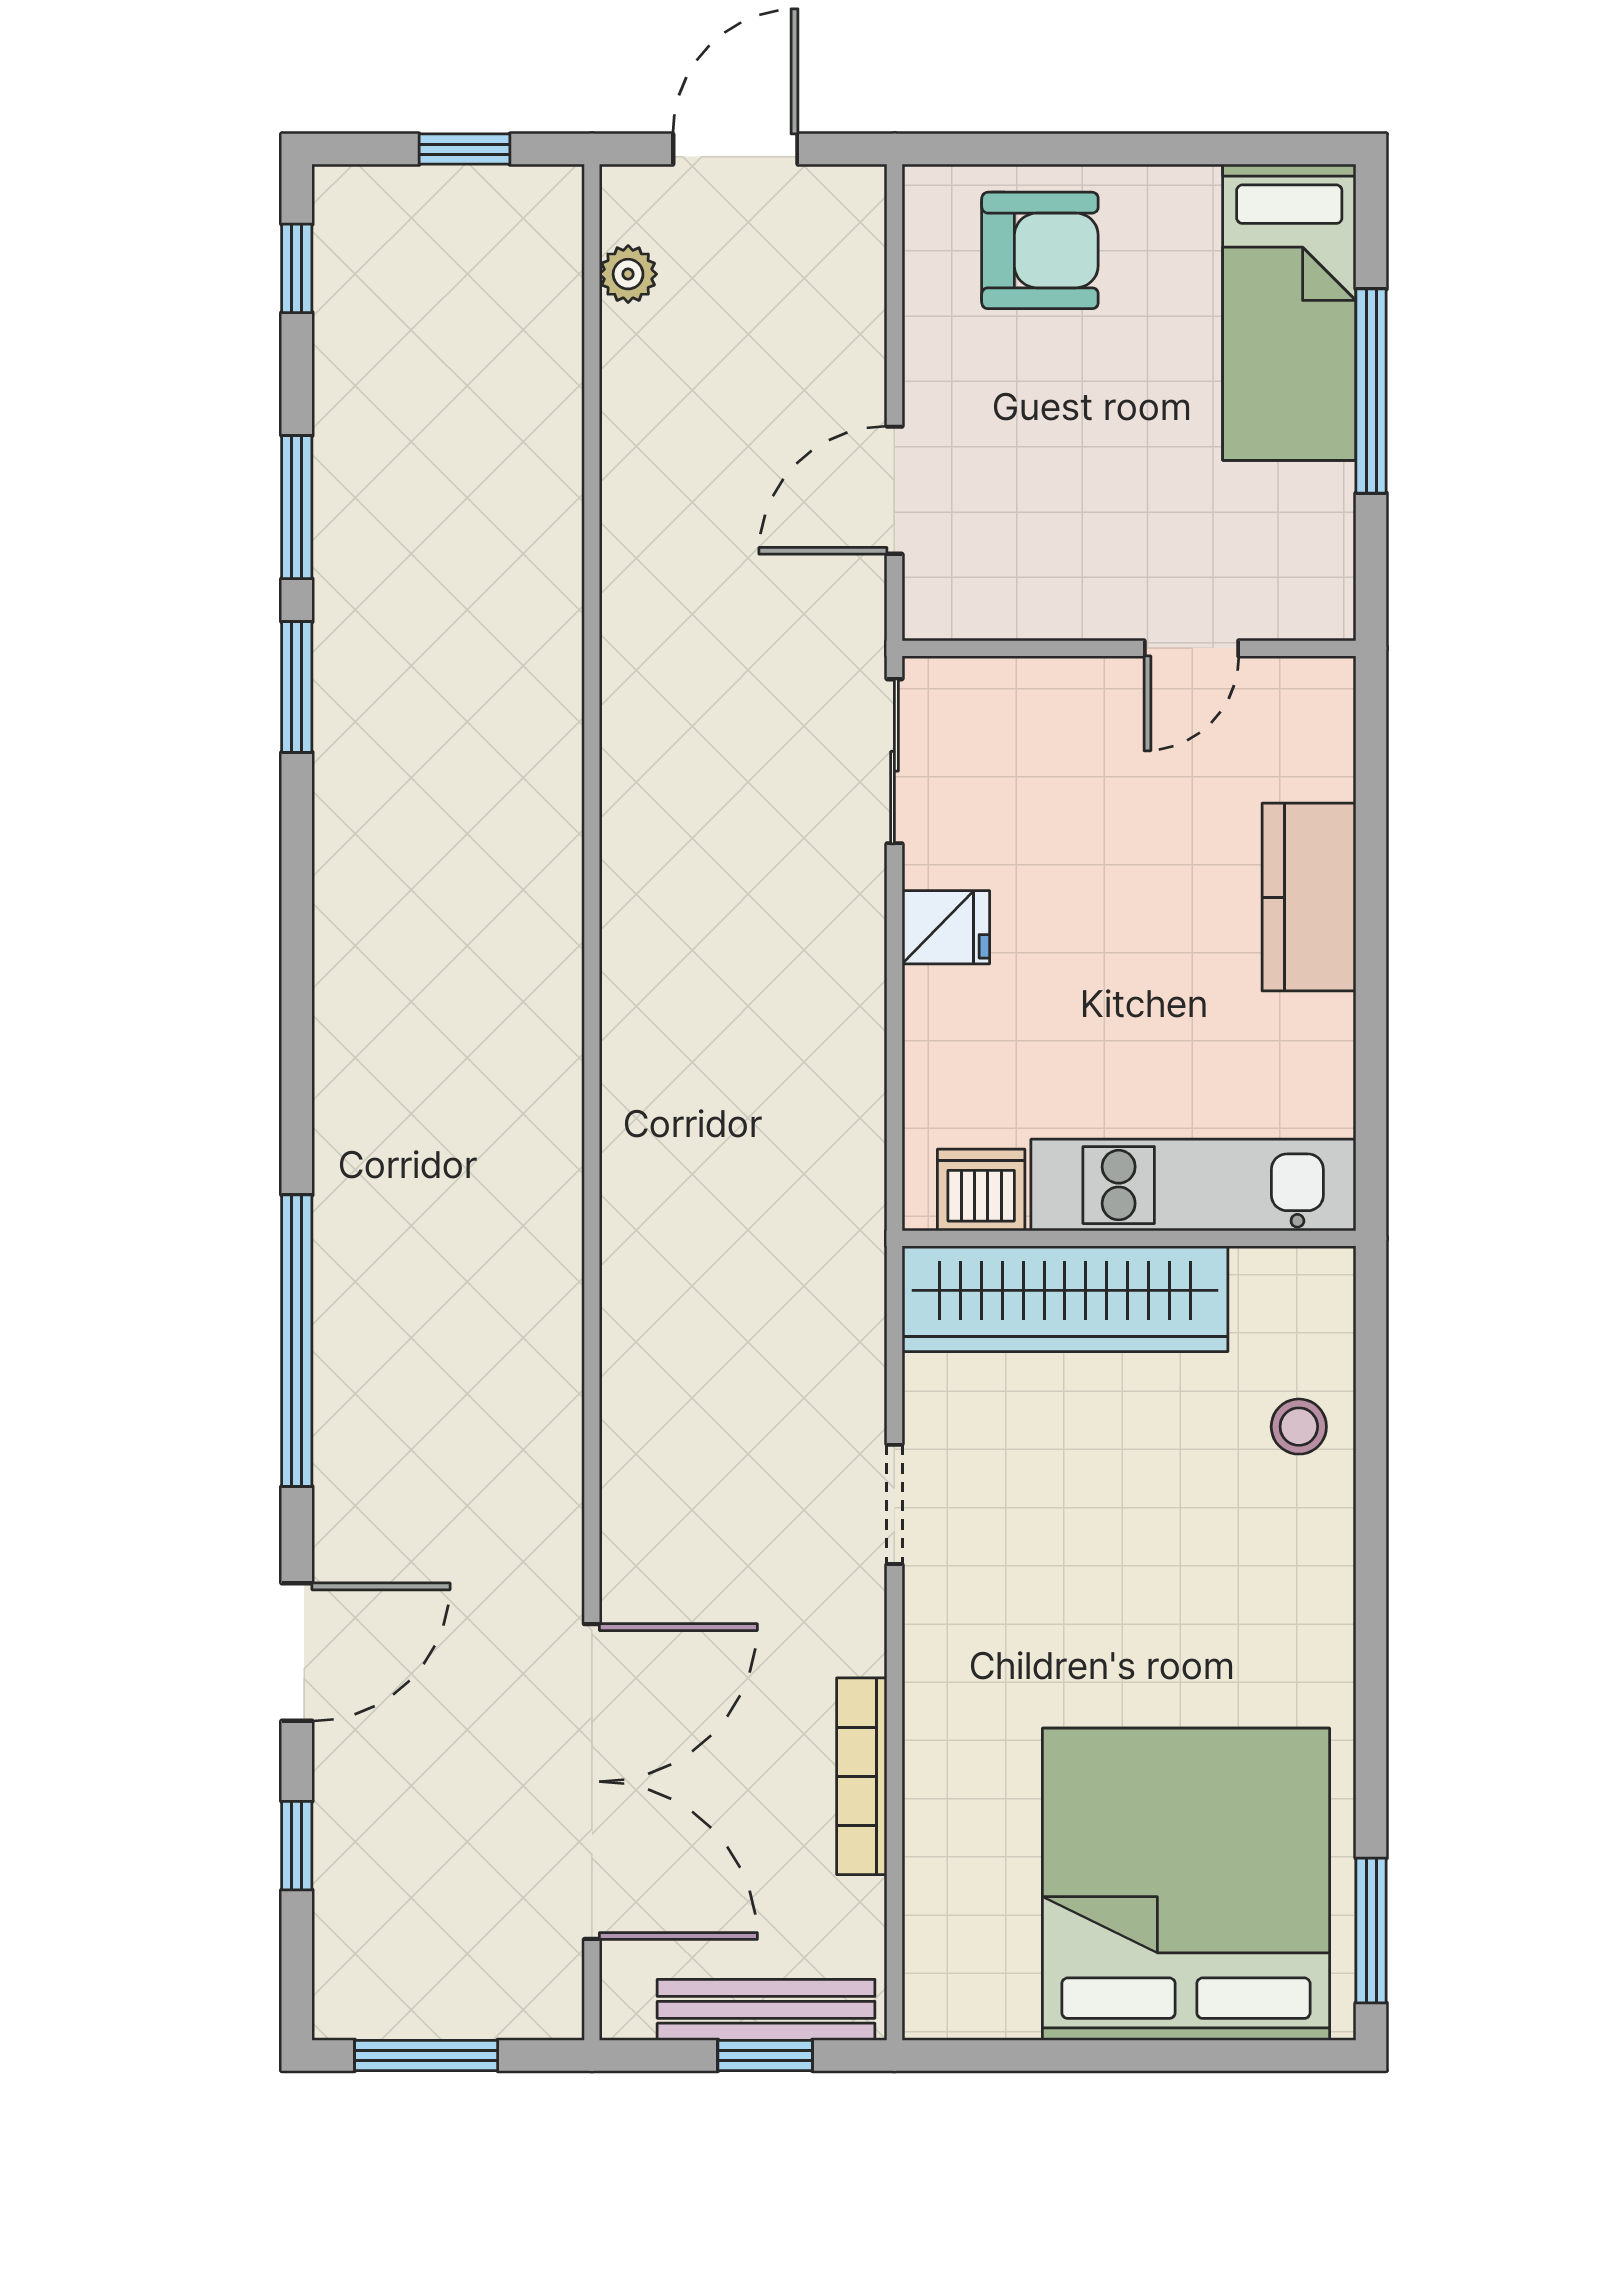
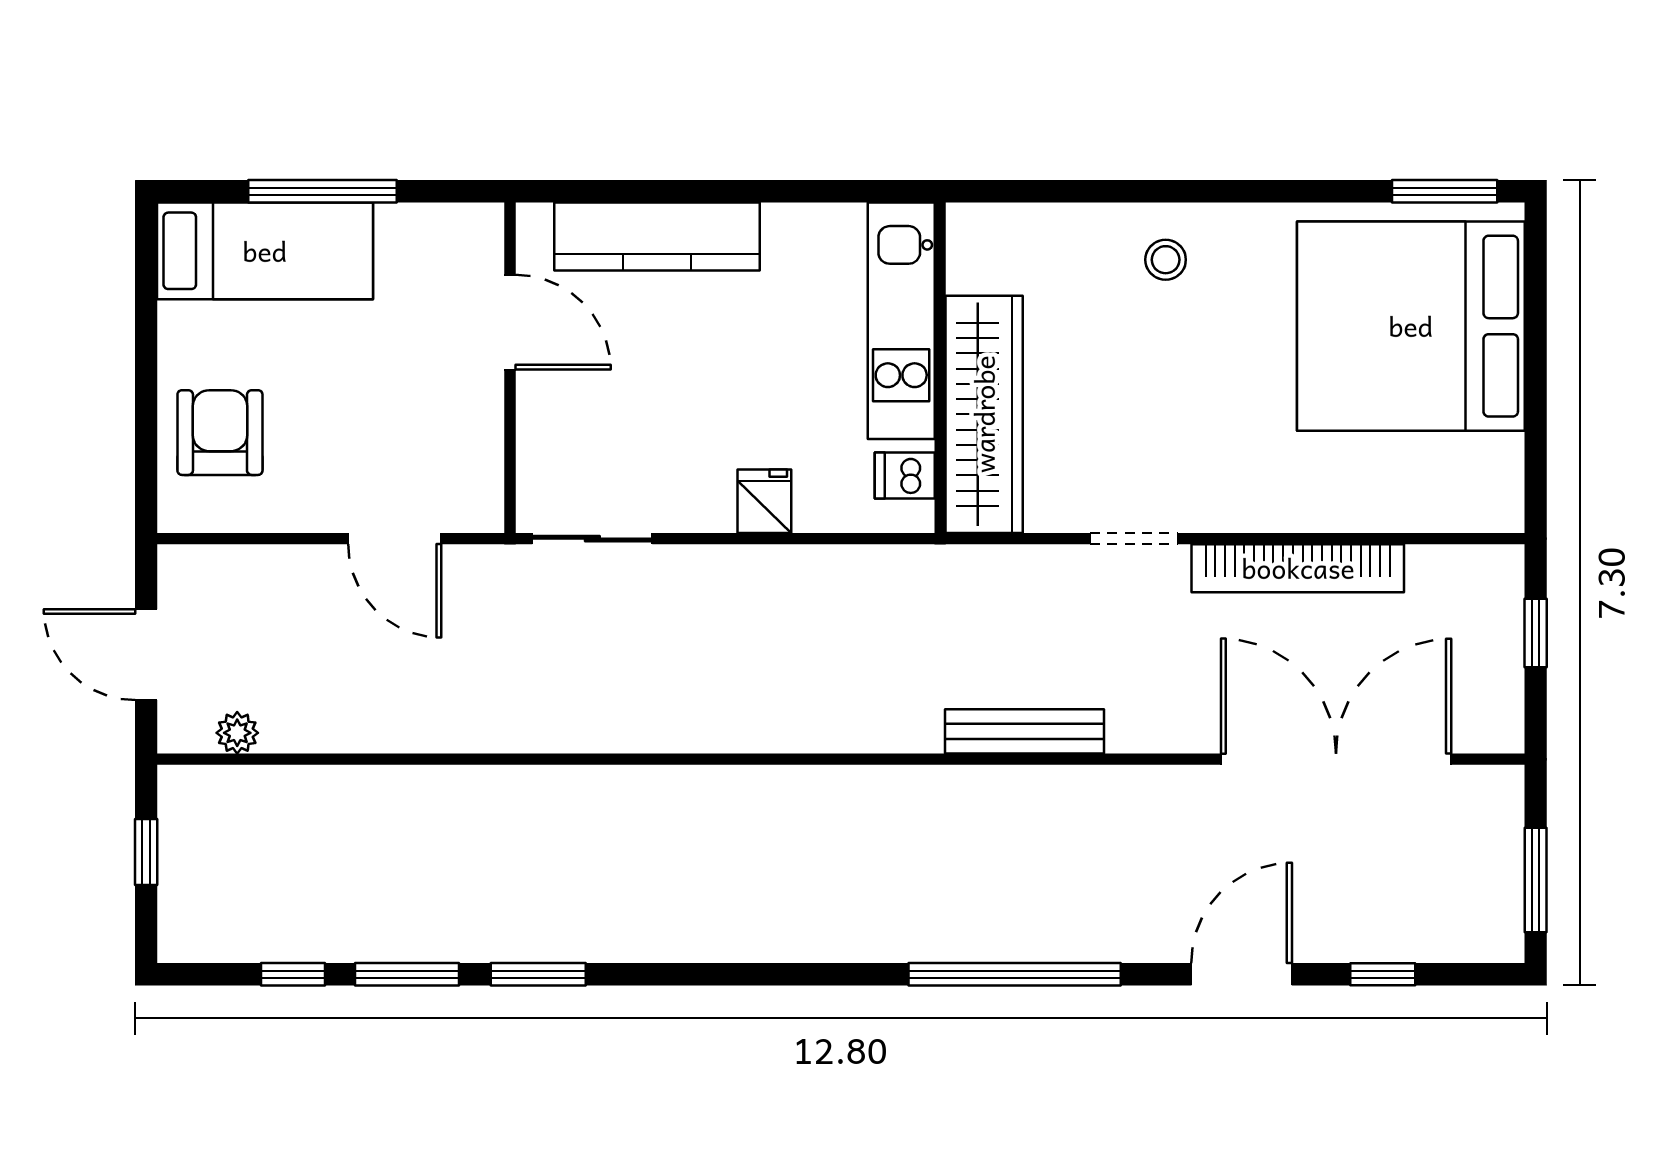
window: (297, 268) -> (293, 974), moved
door: (1191, 648) -> (510, 322), width x1.38
kitchen counter: (1309, 897) -> (657, 236), width x1.50
fridge: (946, 927) -> (764, 501), moved
dishwasher: (981, 1190) -> (905, 475), width x0.73
stool: (1299, 1427) -> (1166, 260), moved
door: (297, 1652) -> (1242, 974), hinge flipped
bookcase: (862, 1776) -> (1298, 568), width x1.48, depth x1.31
bench: (766, 2010) -> (1025, 731), moved, turned 90

